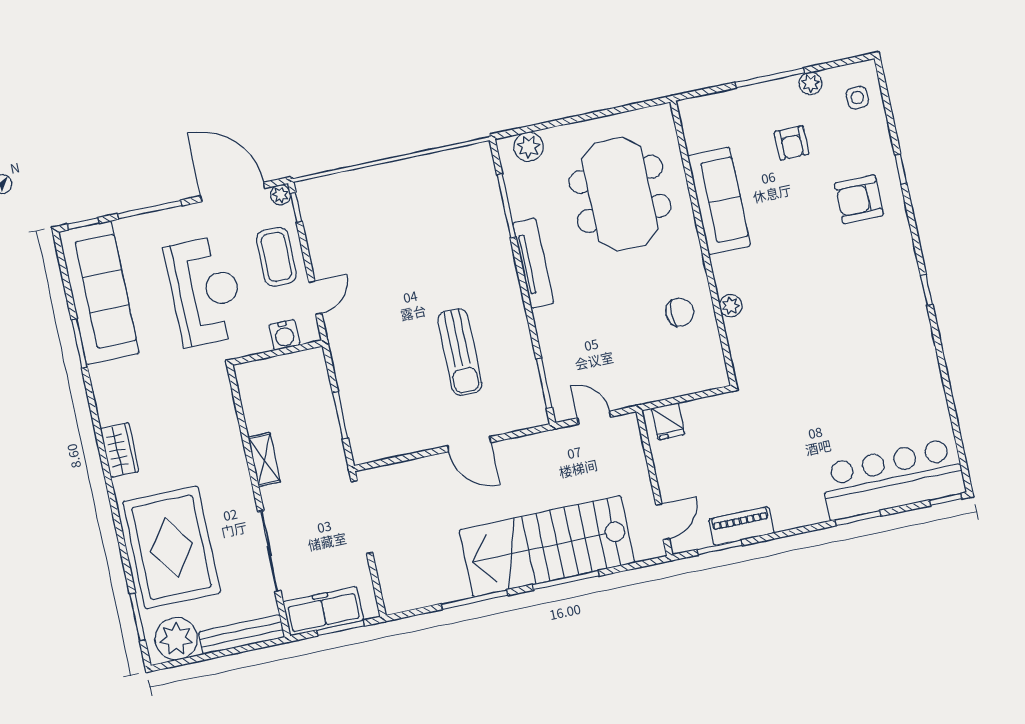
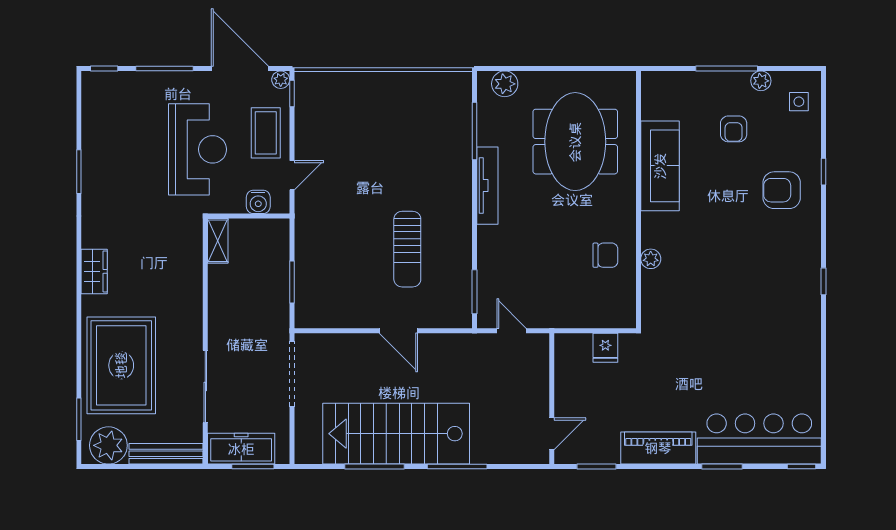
sofa: (99, 293) -> (105, 131), removed
fridge: (668, 421) -> (605, 348), moved
shelving: (264, 460) -> (218, 241), moved
piano: (741, 526) -> (658, 448), moved, width x1.37, depth x1.33
stairs: (547, 546) -> (396, 434), moved

